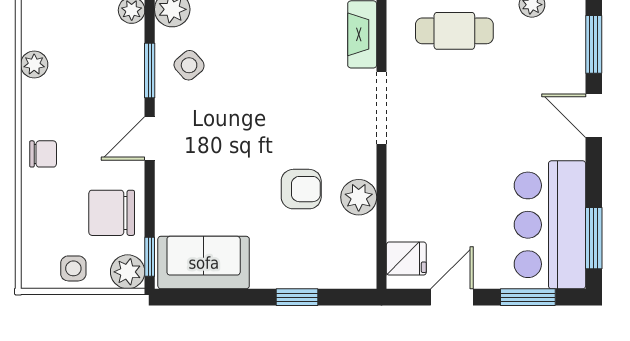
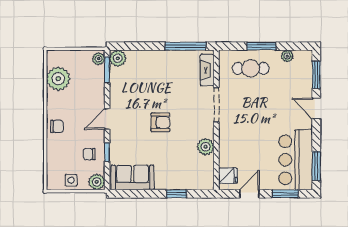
plant: (34, 64) -> (58, 79), width x1.87, depth x1.87
side table: (189, 65) -> (126, 85), removed
window: (150, 70) -> (107, 70), moved
armchair: (301, 189) -> (160, 122), moved
chair: (112, 213) -> (89, 154), width x0.54, depth x0.54
window: (150, 257) -> (107, 152), moved

